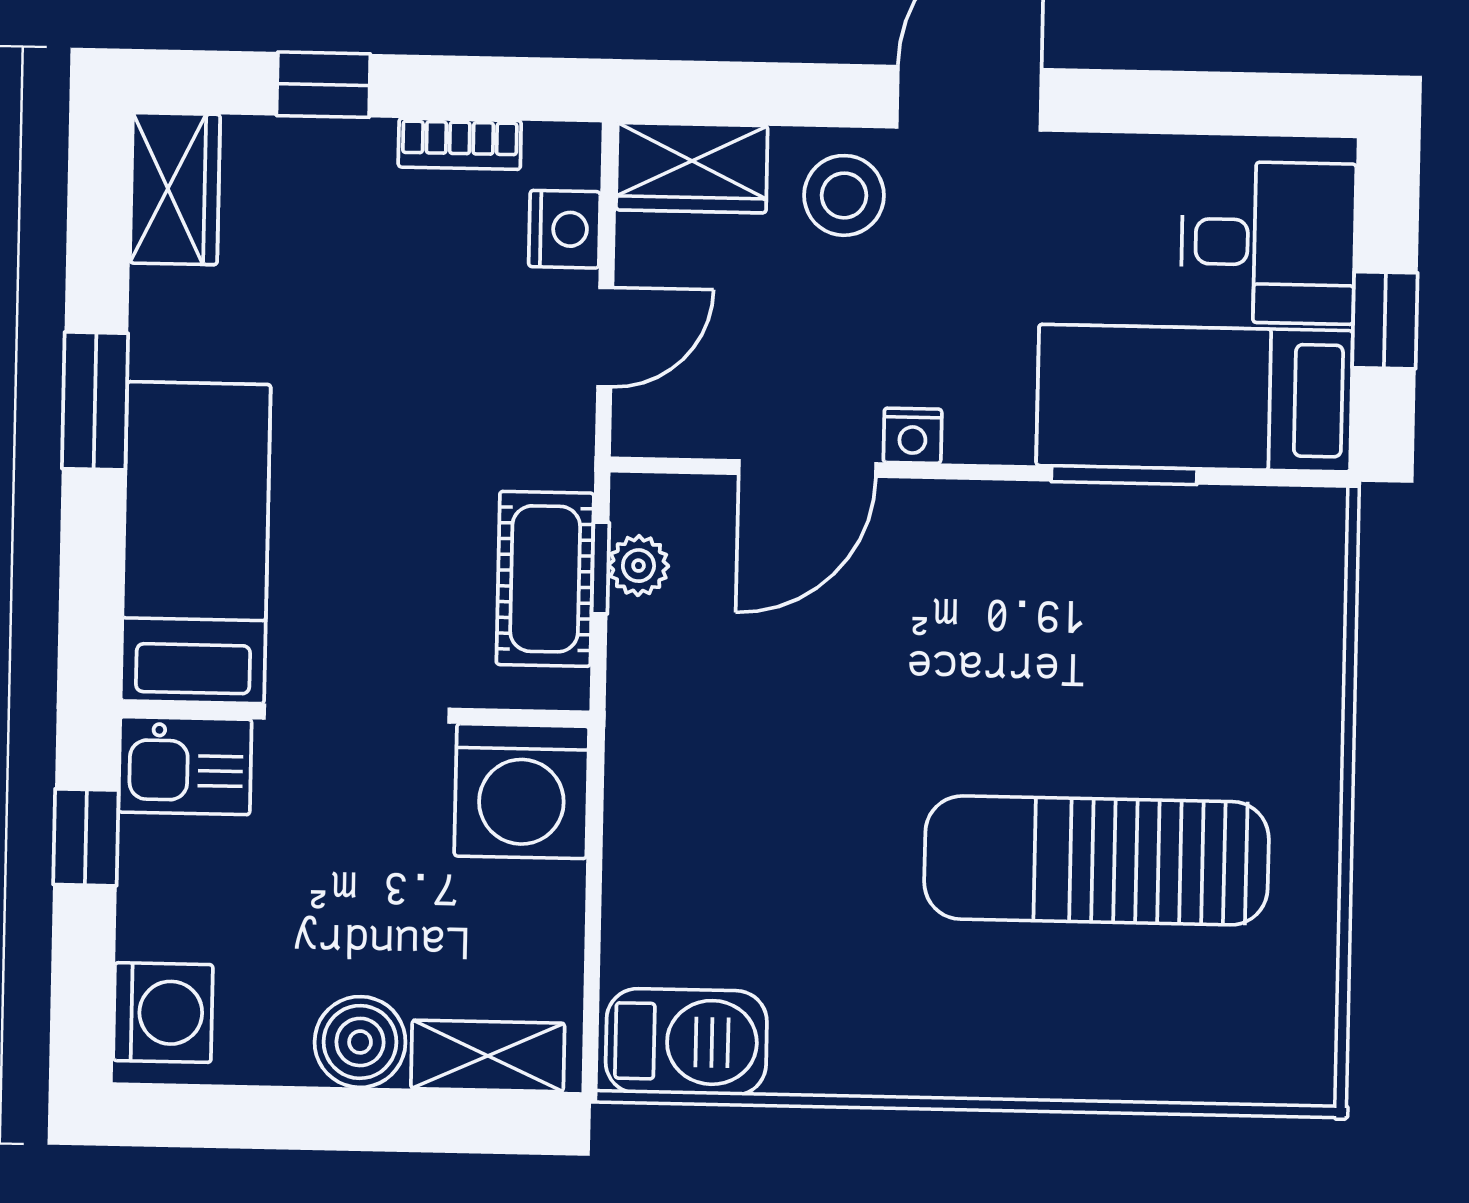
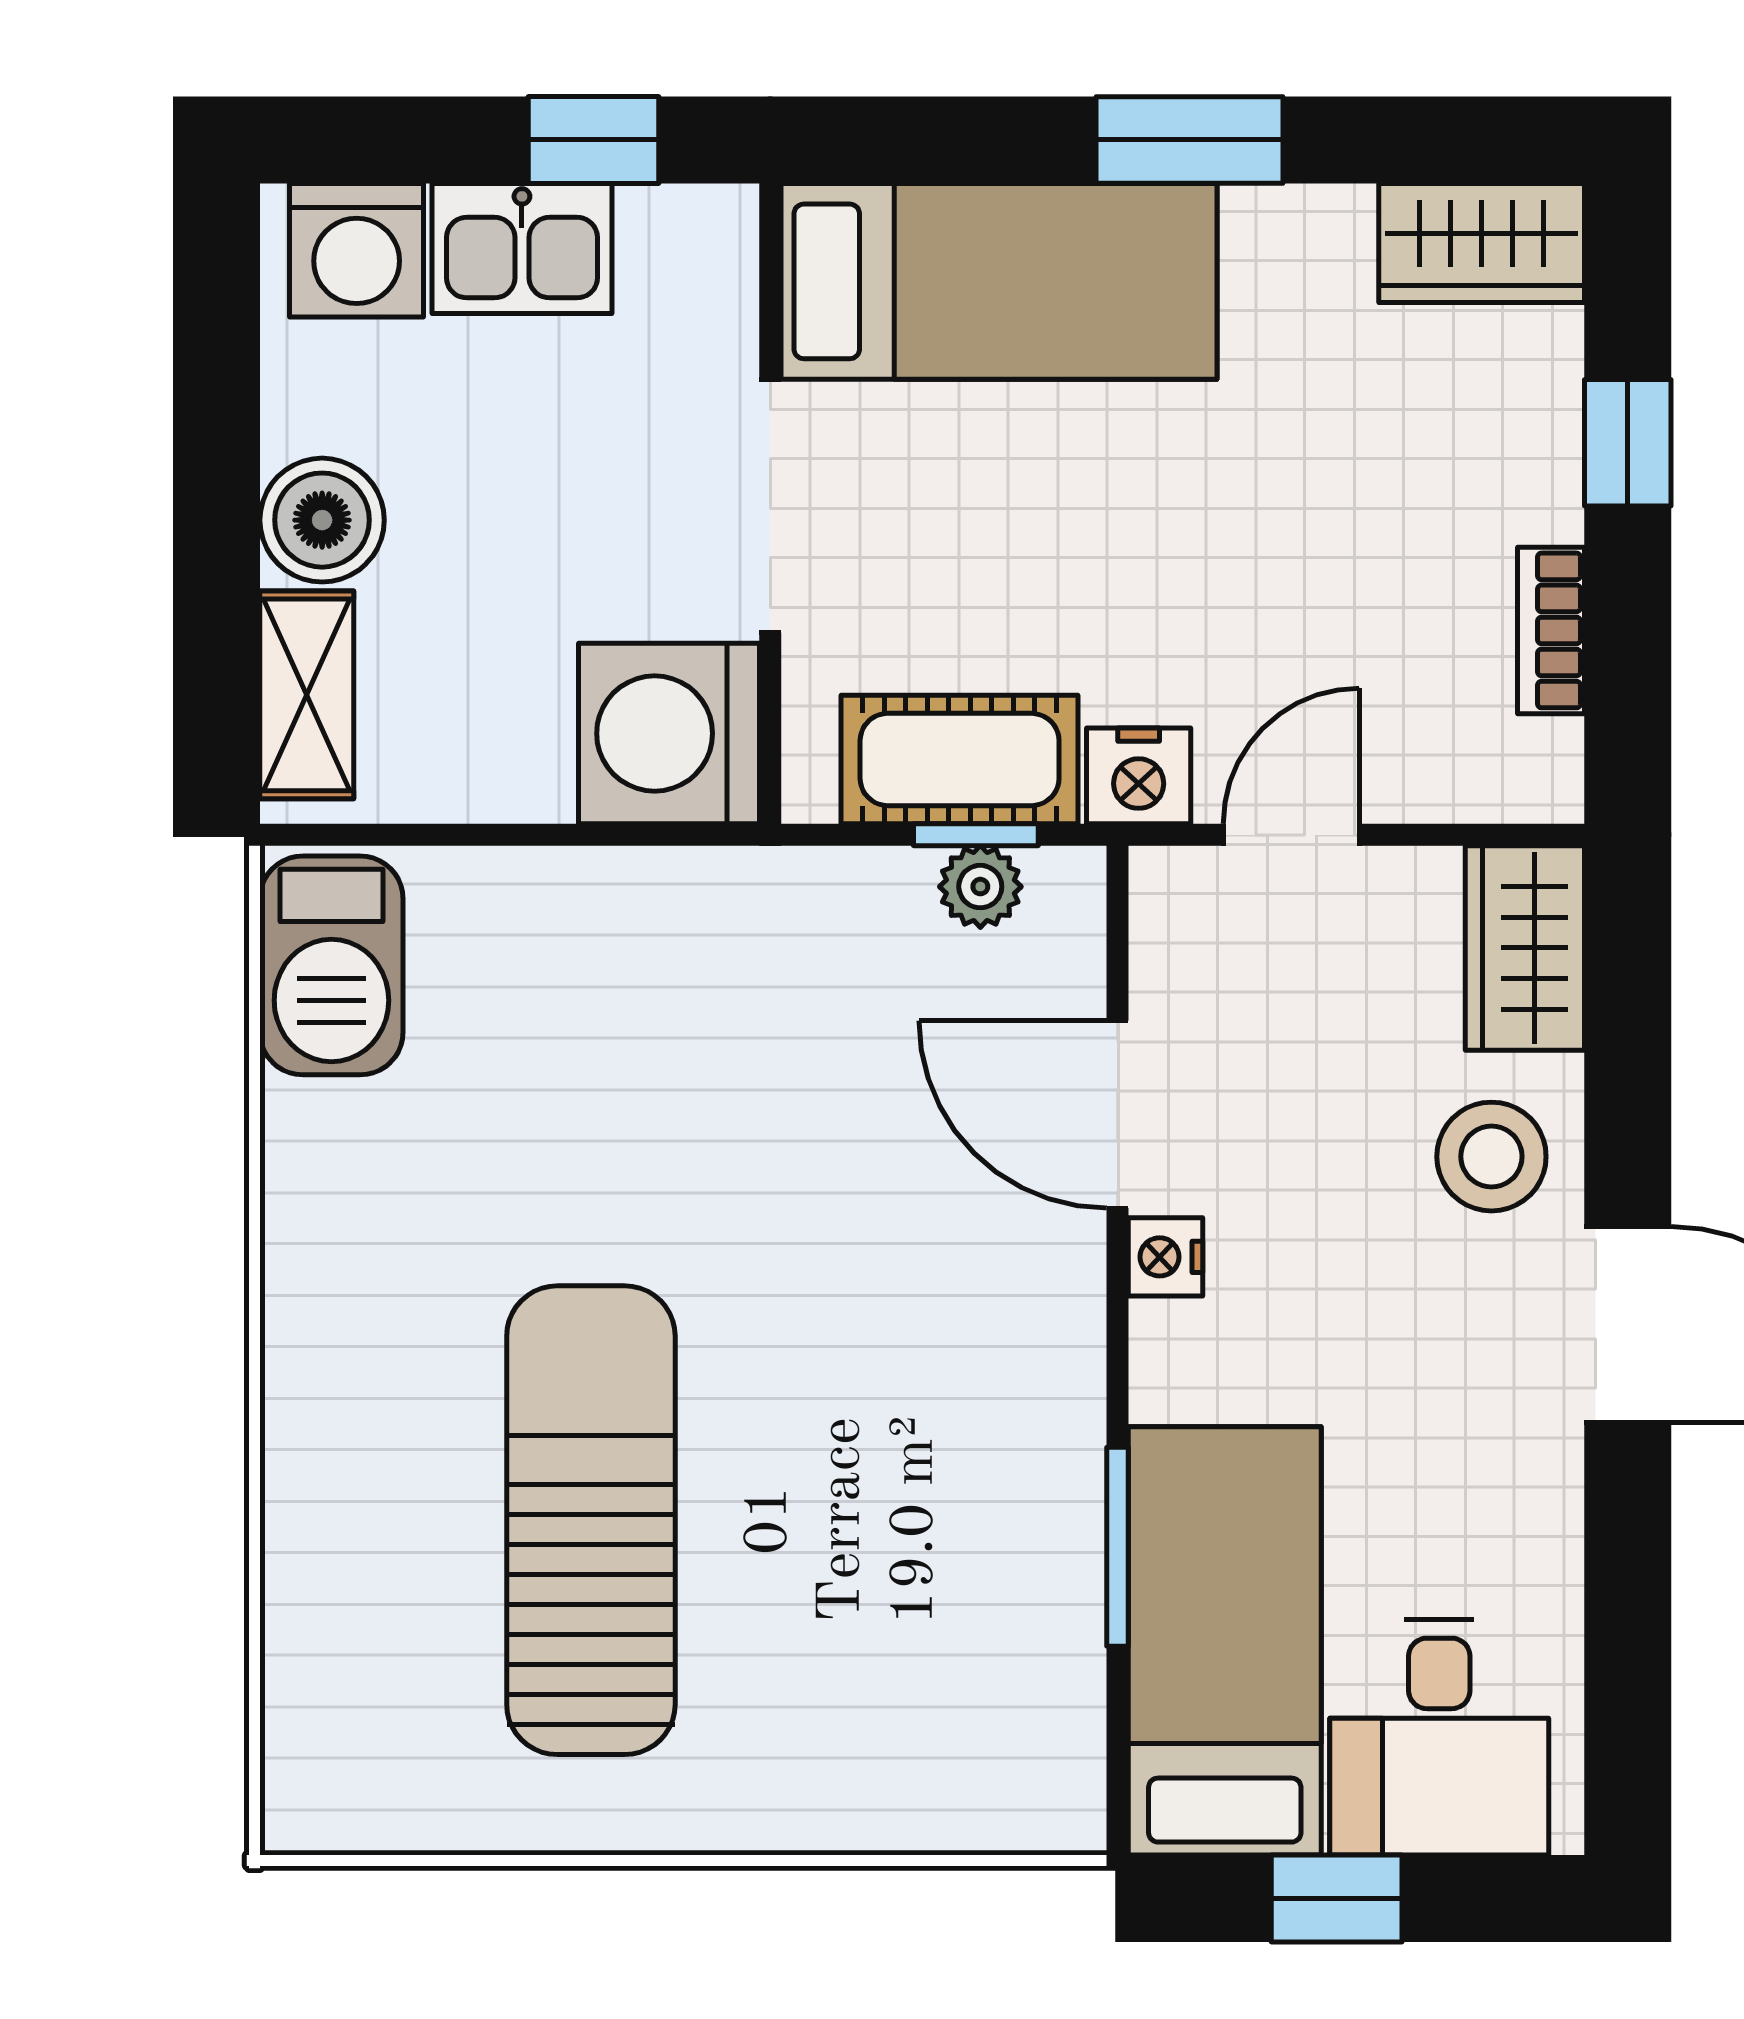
nightstand: (564, 229) -> (1139, 776), moved
door: (605, 337) -> (1291, 835), swing flipped
kitchen sink: (185, 766) -> (522, 248), moved, turned -90

